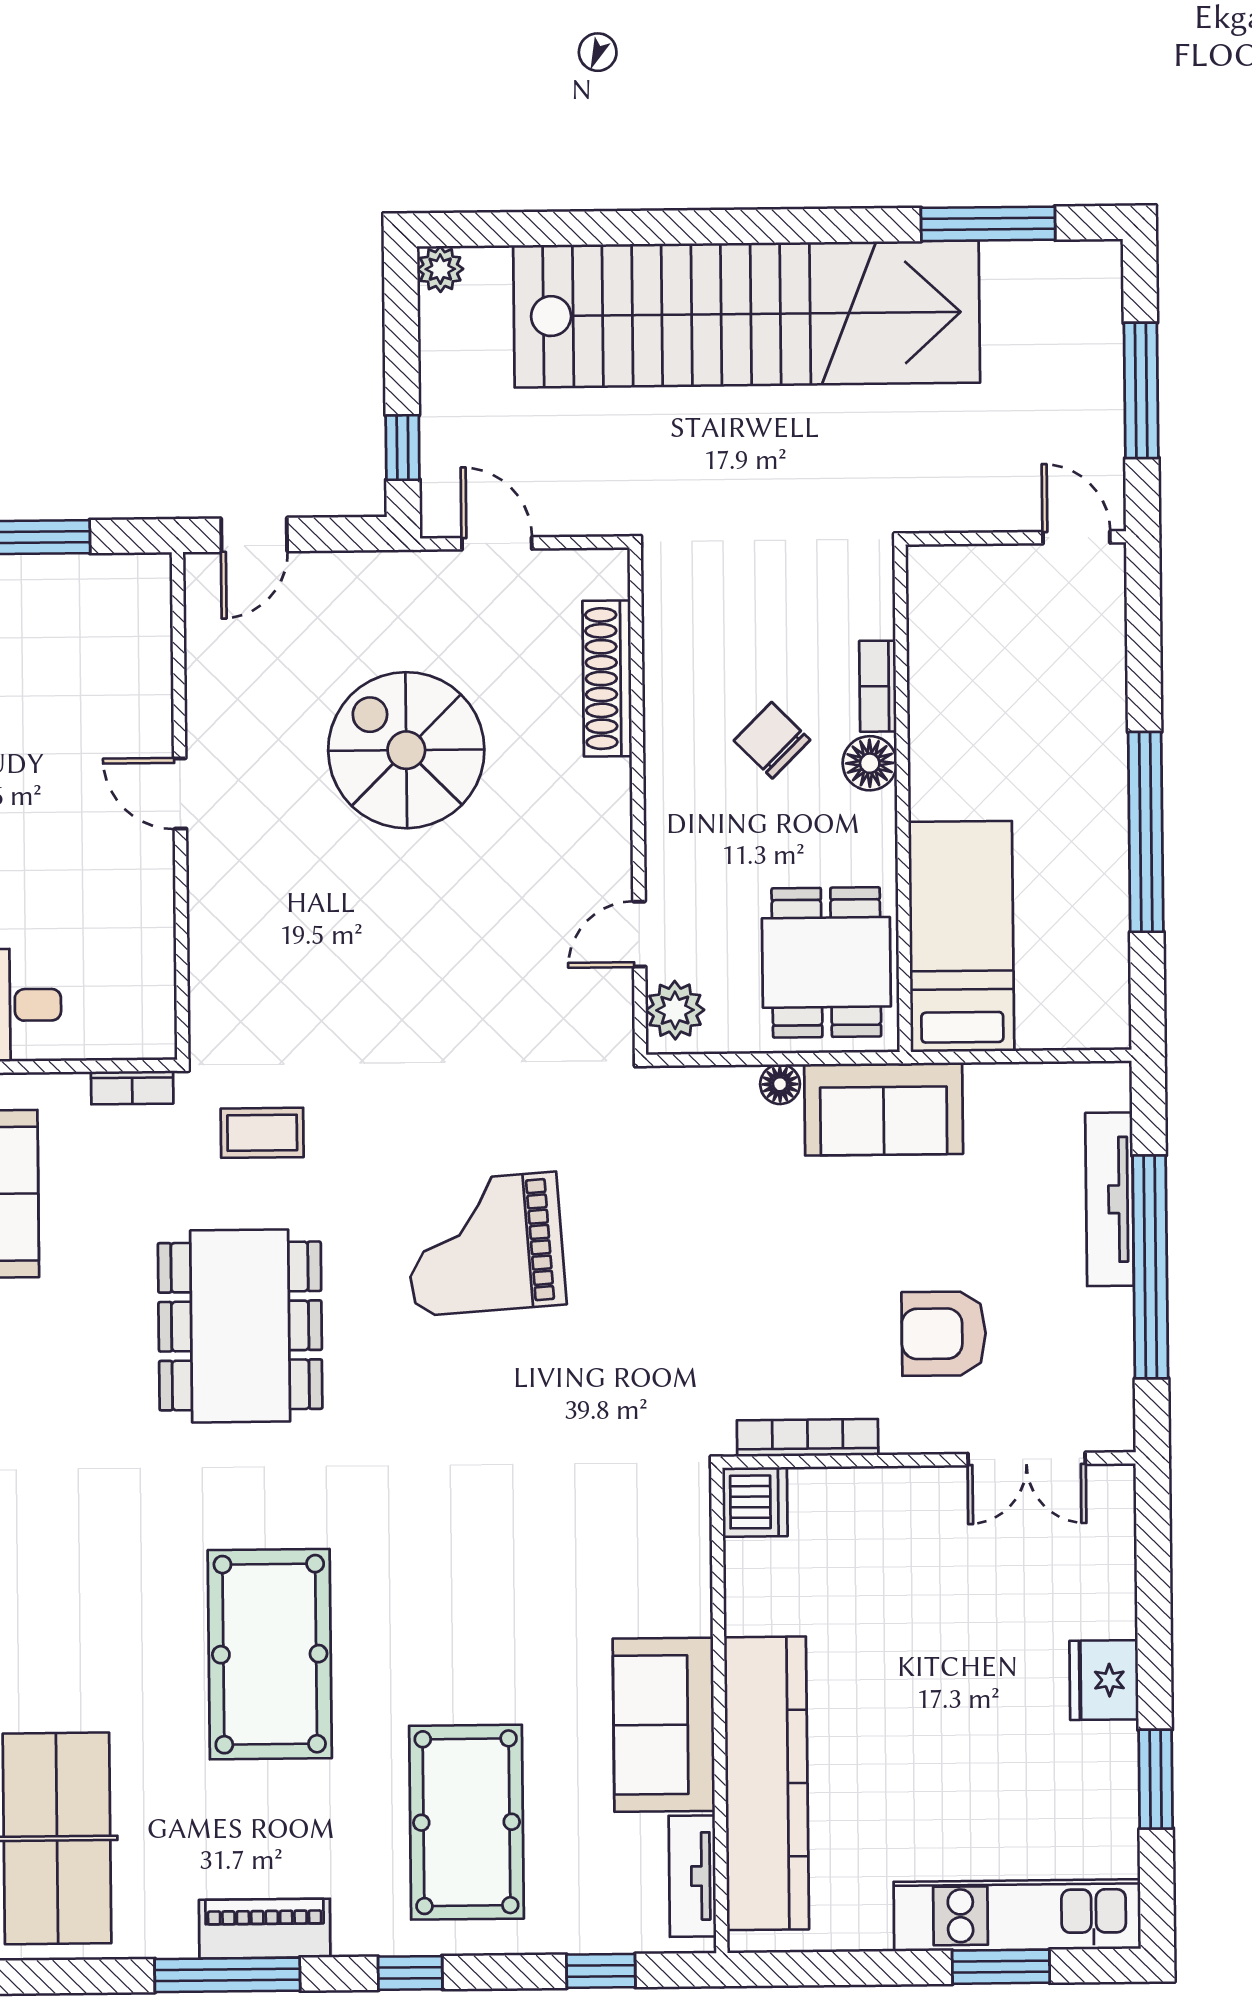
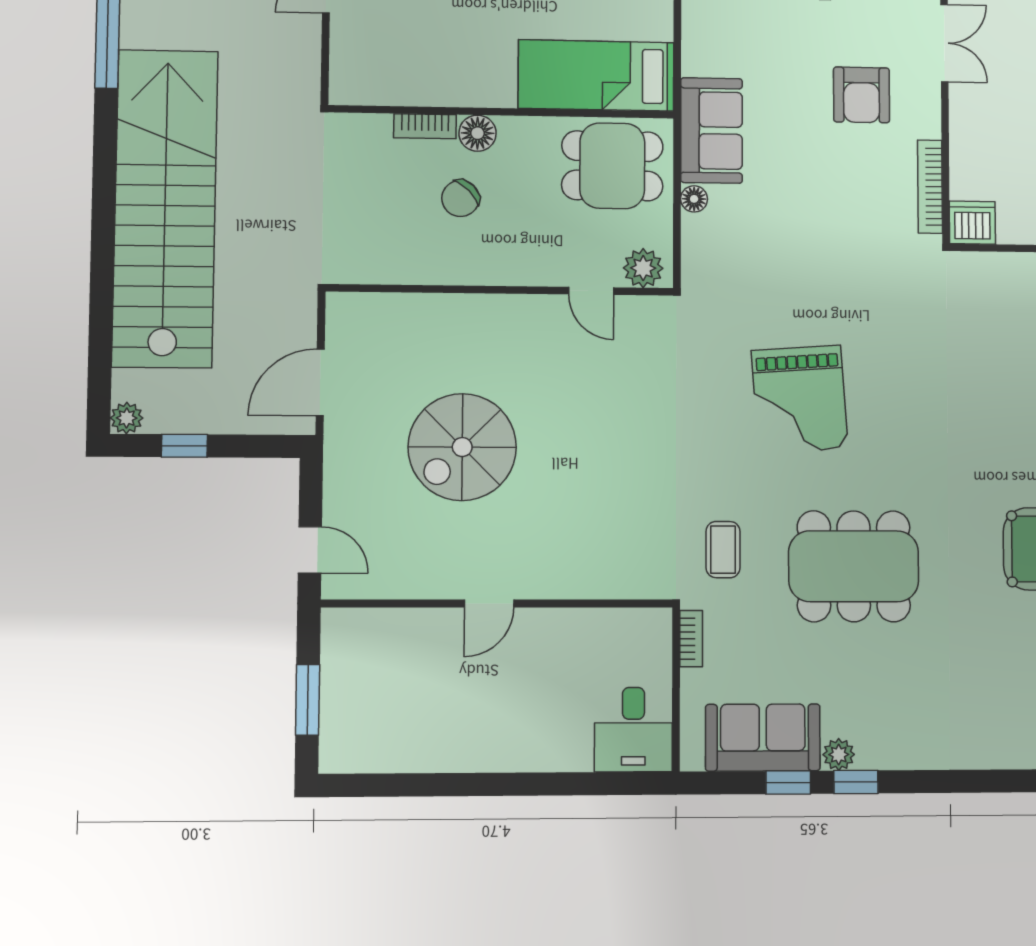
window: (403, 448) -> (184, 446), moved
door: (497, 543) -> (320, 382), width x1.38
shoe rack: (607, 678) -> (416, 309), removed

